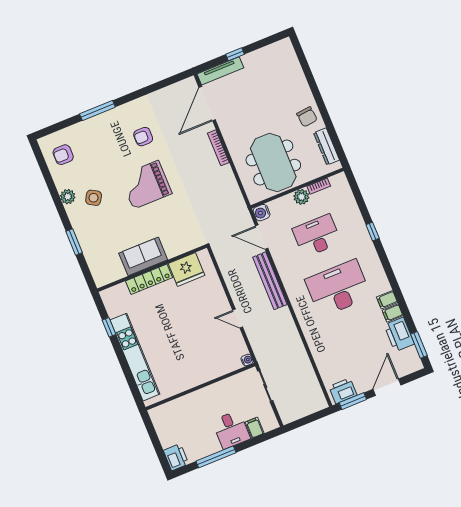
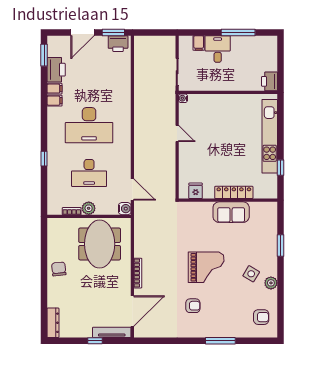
dresser: (326, 146) -> (53, 323), moved
fridge: (186, 269) -> (196, 191), width x0.53, depth x0.75
bench: (270, 281) -> (140, 153), removed
printer: (176, 457) -> (269, 81), moved

